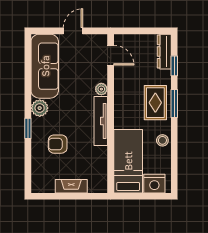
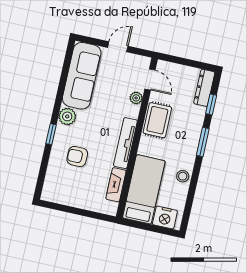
plant: (101, 89) -> (136, 98), moved
rug: (155, 103) -> (157, 120), moved
fireplace: (71, 186) -> (116, 185), moved, turned -90

